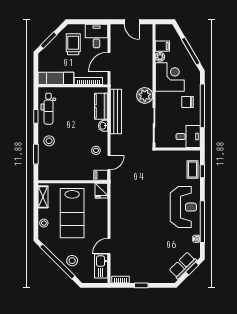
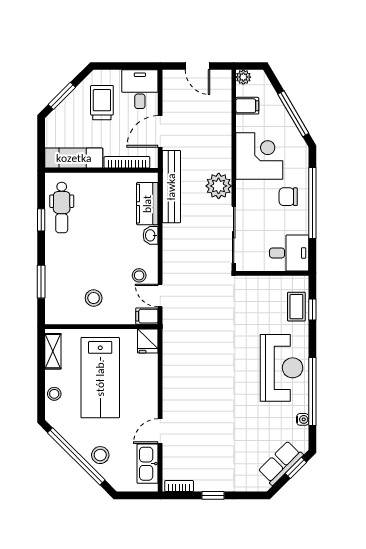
plant: (160, 57) -> (243, 77), moved
bench: (116, 112) -> (171, 187), moved
stool: (49, 141) -> (94, 298), moved
door: (109, 163) -> (160, 295), swing flipped

